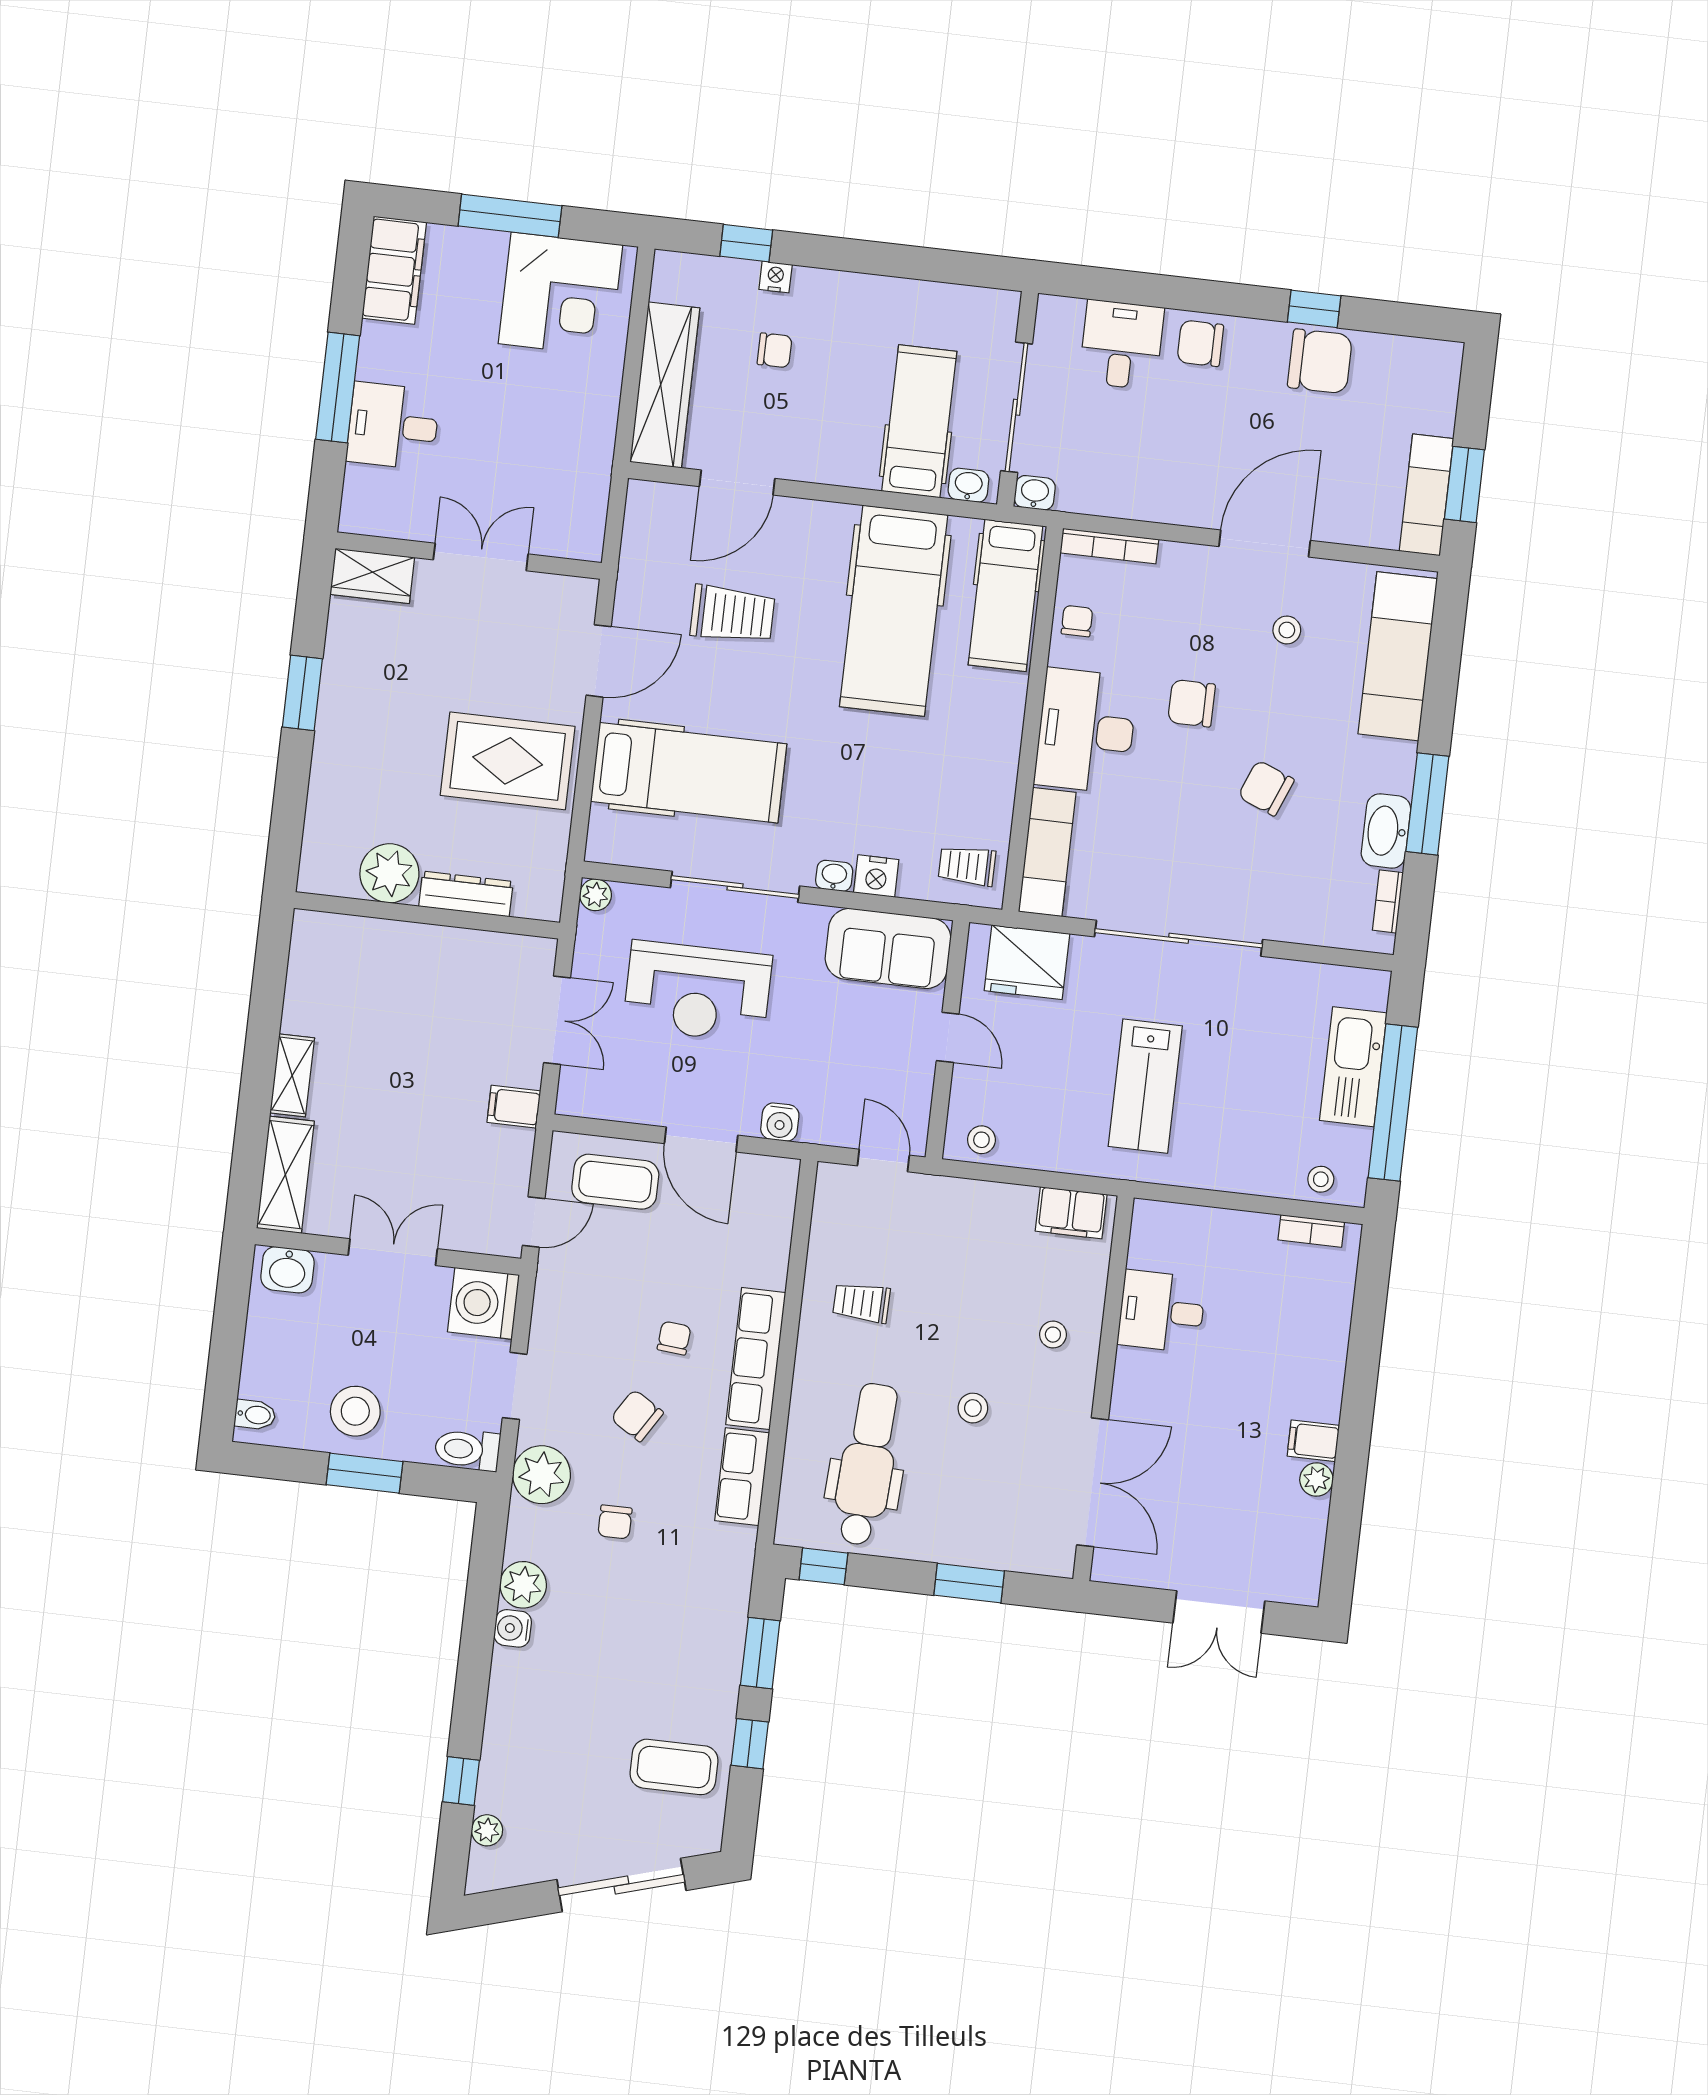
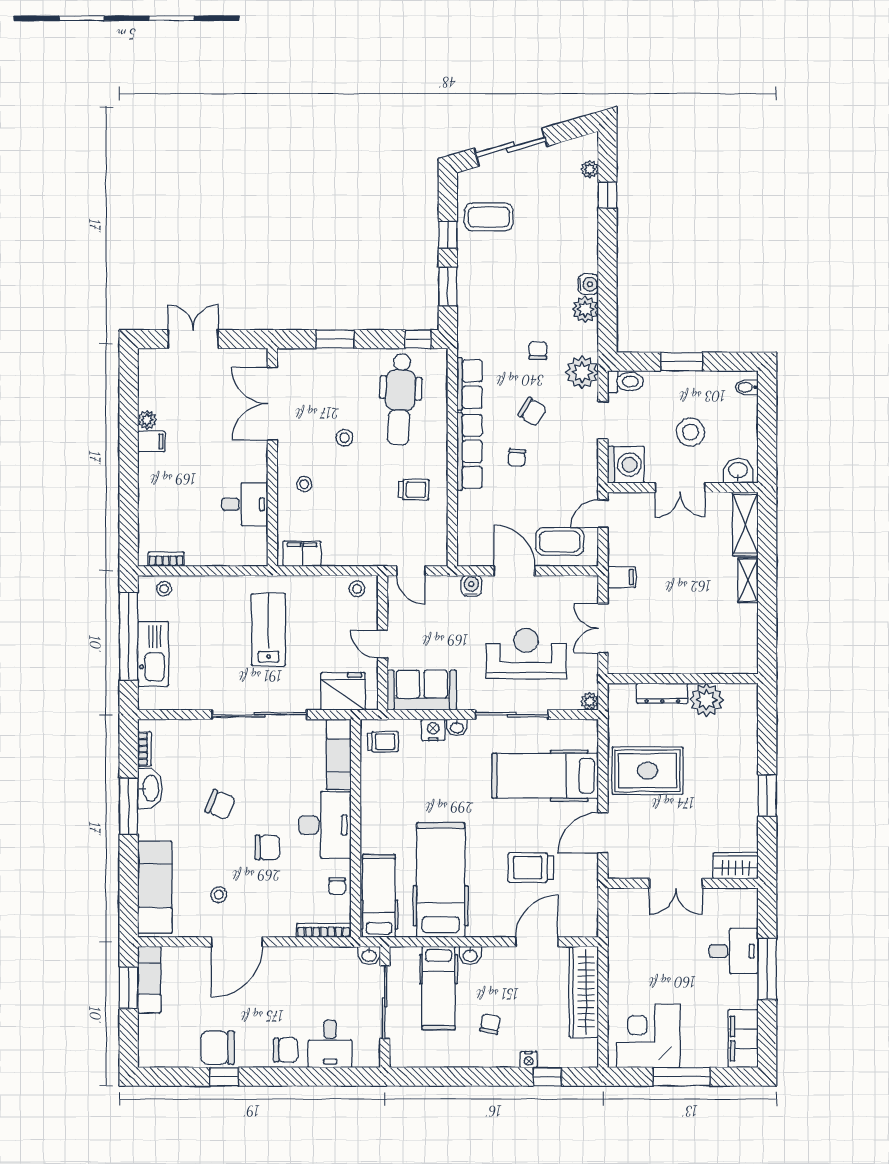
chair: (775, 350) -> (490, 1024), moved, turned 101
washbasin: (968, 485) -> (470, 955), moved
stool: (355, 1411) -> (690, 432), moved

